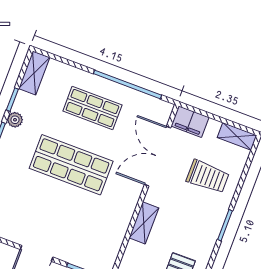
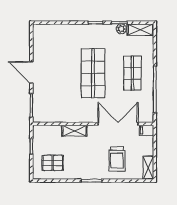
plant: (15, 120) -> (121, 29), moved
filing cabinet: (190, 122) -> (146, 130), width x0.50

